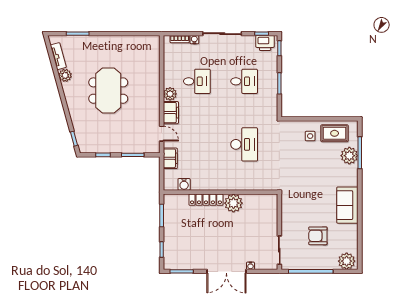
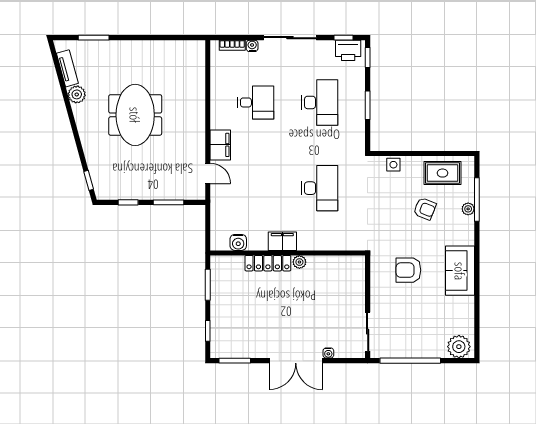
desk: (244, 81) -> (320, 102), width x1.37
plant: (170, 94) -> (219, 119), removed
side table: (310, 136) -> (393, 165), moved
plant: (349, 156) -> (468, 209), width x0.53, depth x0.53
filing cabinet: (170, 158) -> (282, 241), moved, turned -90
armchair: (321, 160) -> (425, 209), added
plant: (233, 203) -> (299, 262), width x0.53, depth x0.53
armchair: (318, 236) -> (408, 270), moved

